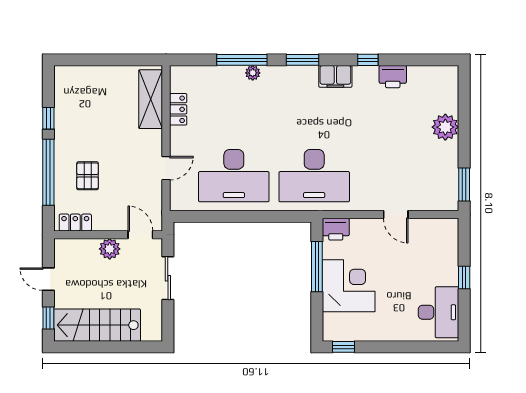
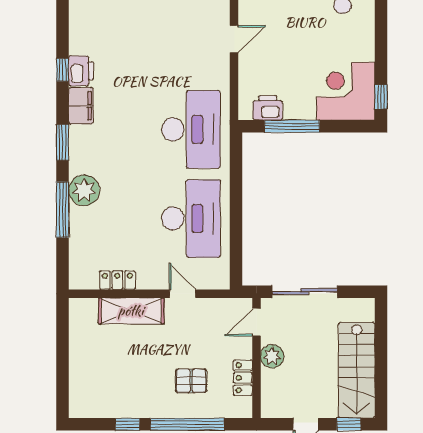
plant: (253, 73) -> (84, 190), width x1.88, depth x1.88
printer: (393, 77) -> (81, 71), moved
shelving: (151, 99) -> (131, 311), moved
locker: (75, 223) -> (243, 378), moved
printer: (336, 229) -> (268, 108), moved, turned -90
sliding door: (168, 278) -> (305, 292), width x1.37
corner desk: (349, 286) -> (346, 91), moved

